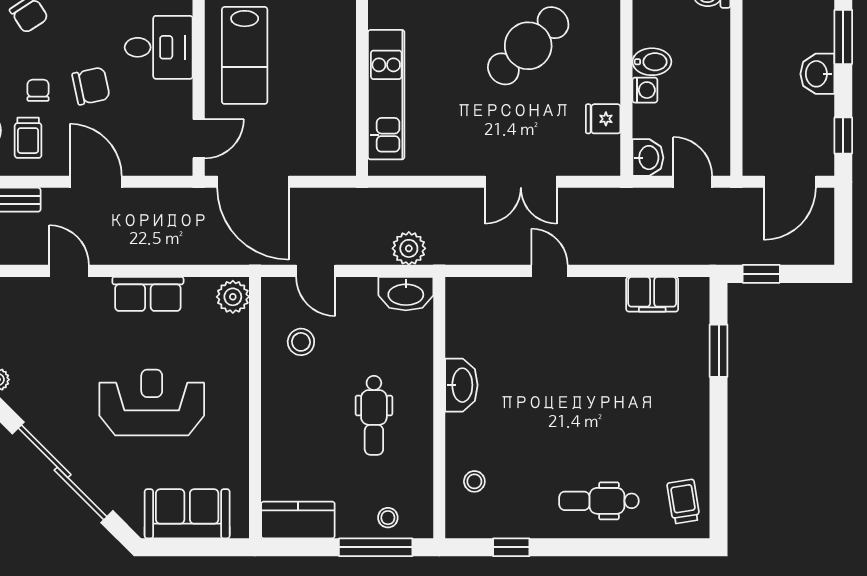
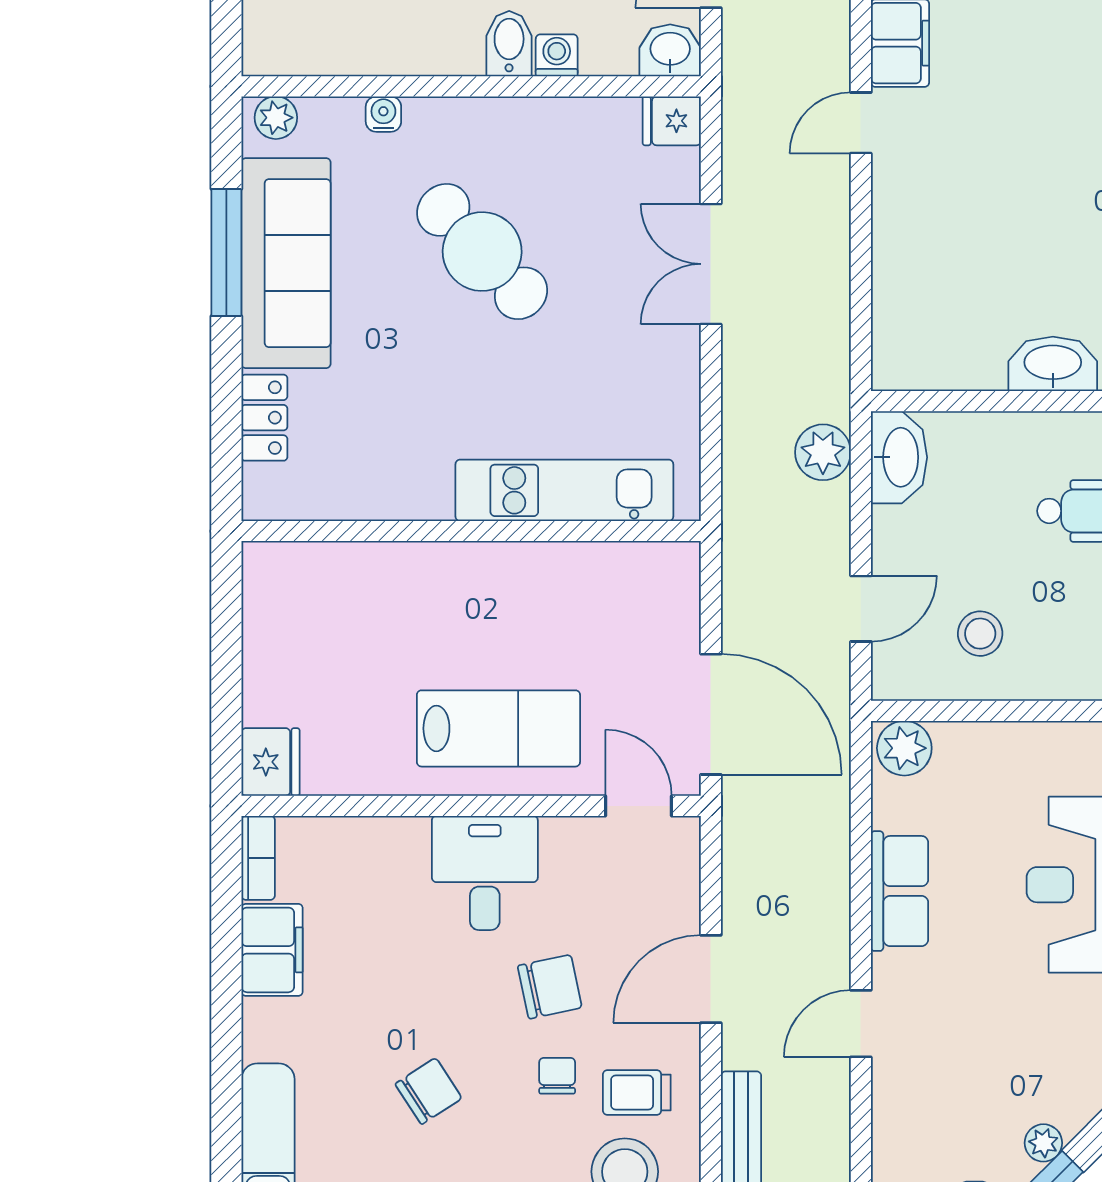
chair: (91, 86) -> (550, 987), turned 90
chair: (38, 90) -> (557, 1076), turned 90
fridge: (603, 119) -> (672, 121), moved, turned 90
trolley: (28, 138) -> (637, 1093), turned 180
door: (253, 182) -> (711, 714), hinge flipped
double door: (521, 182) -> (711, 264), swing flipped
door: (549, 271) -> (861, 123), moved

